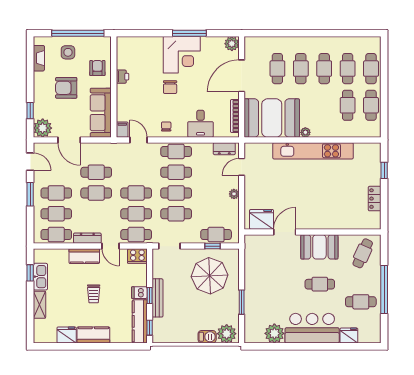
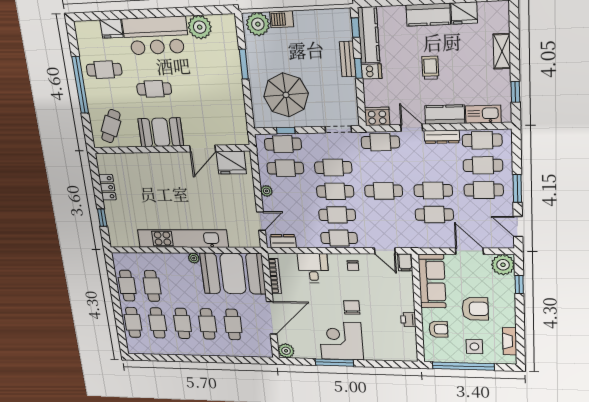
armchair: (97, 68) -> (438, 329), turned -90
cafe table: (136, 214) -> (285, 168), moved
kitchen sink: (40, 277) -> (483, 114), moved, turned 90
bench: (158, 298) -> (348, 59), width x0.73

